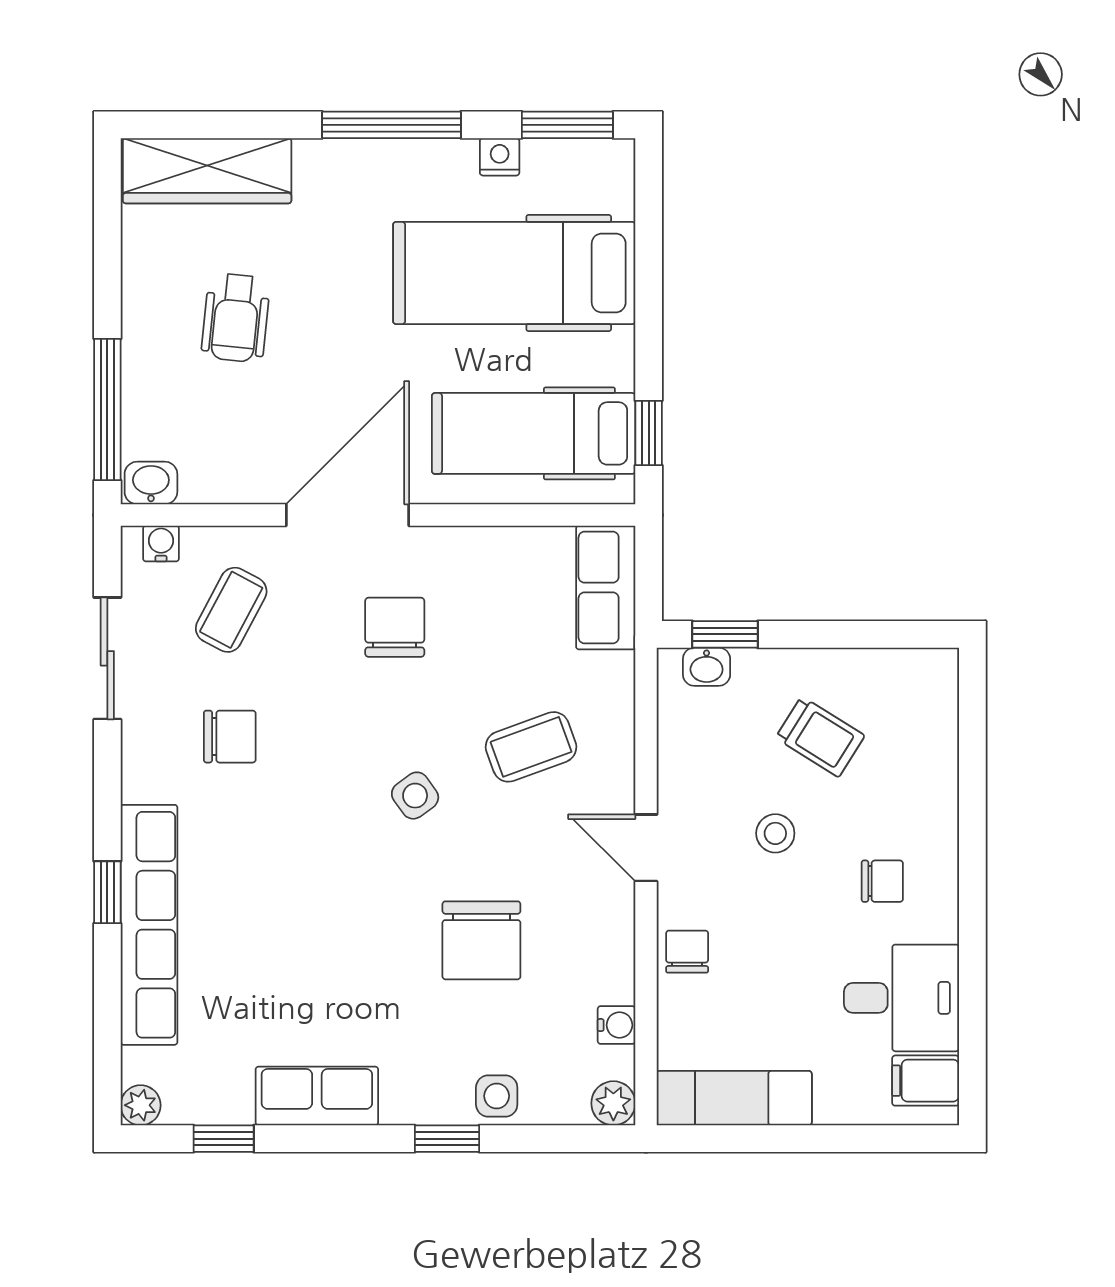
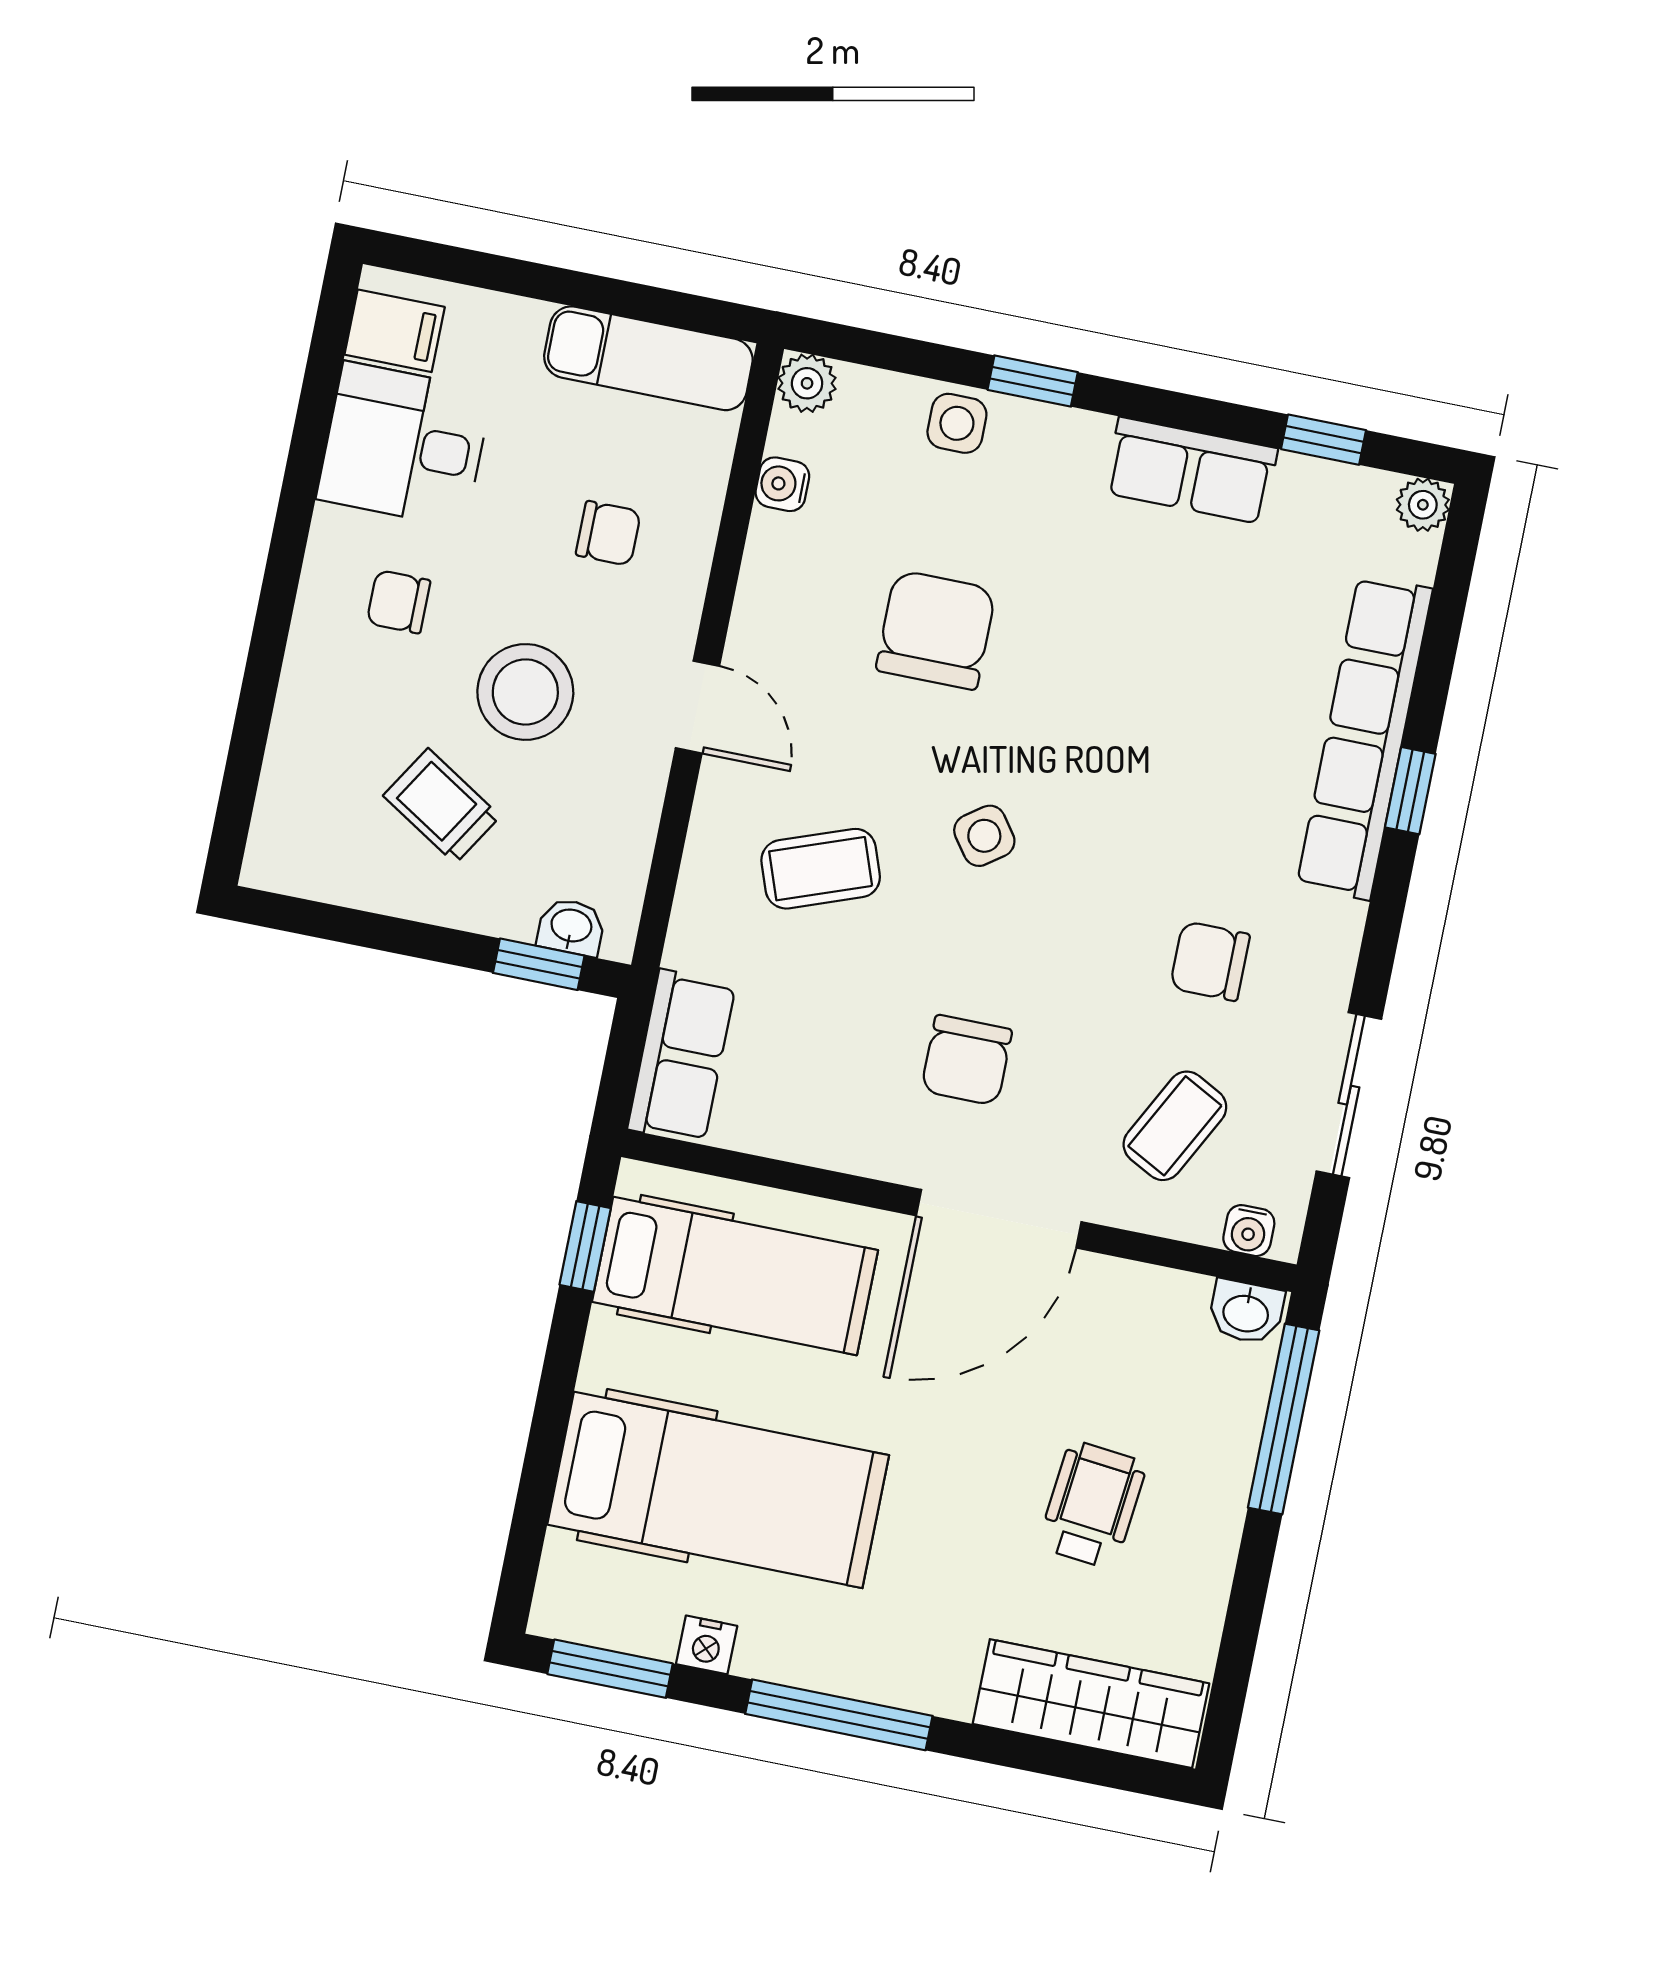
stool: (775, 833) -> (525, 692), width x1.89, depth x1.89
chair: (687, 952) -> (608, 533), moved, turned -90

